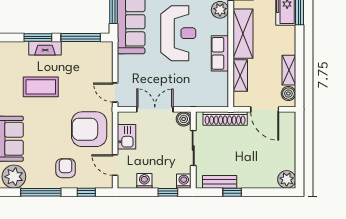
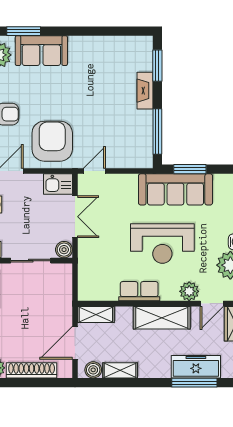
window: (38, 37) -> (157, 66), moved
shelving: (240, 76) -> (96, 315), moved
coffee table: (41, 87) -> (101, 86), removed
shoe rack: (225, 118) -> (32, 370), moved, turned 90
kitchen sink: (126, 137) -> (58, 184), moved

